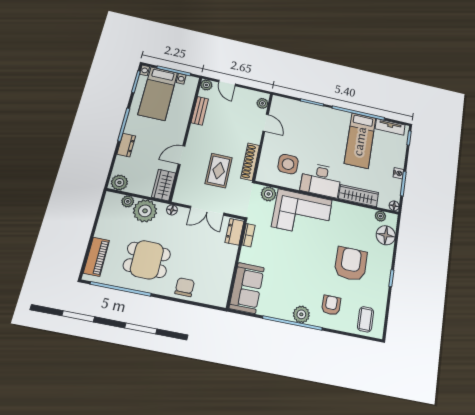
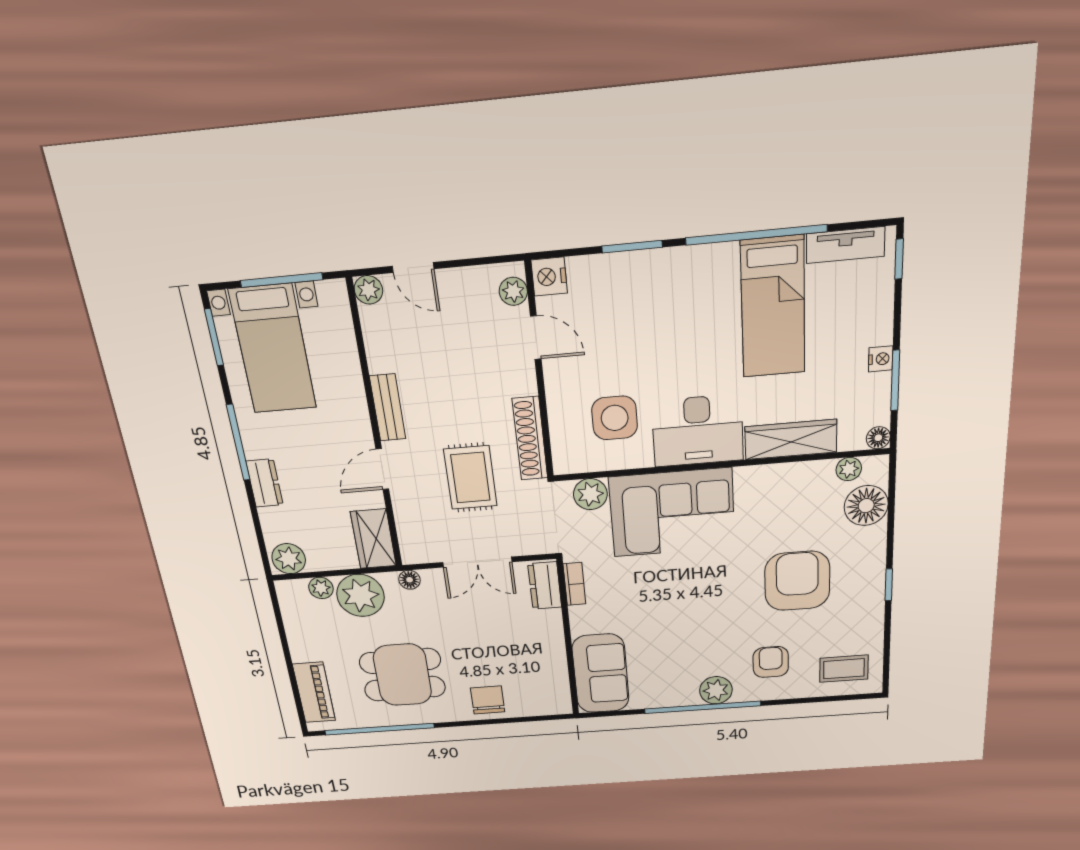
nightstand: (278, 103) -> (549, 277), added
bench: (200, 111) -> (388, 407), moved
coffee table: (366, 319) -> (844, 669), turned 90

